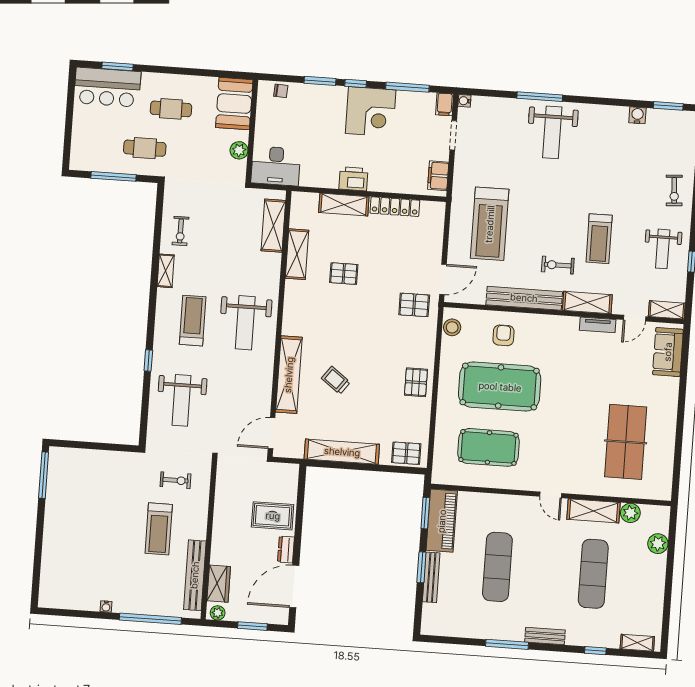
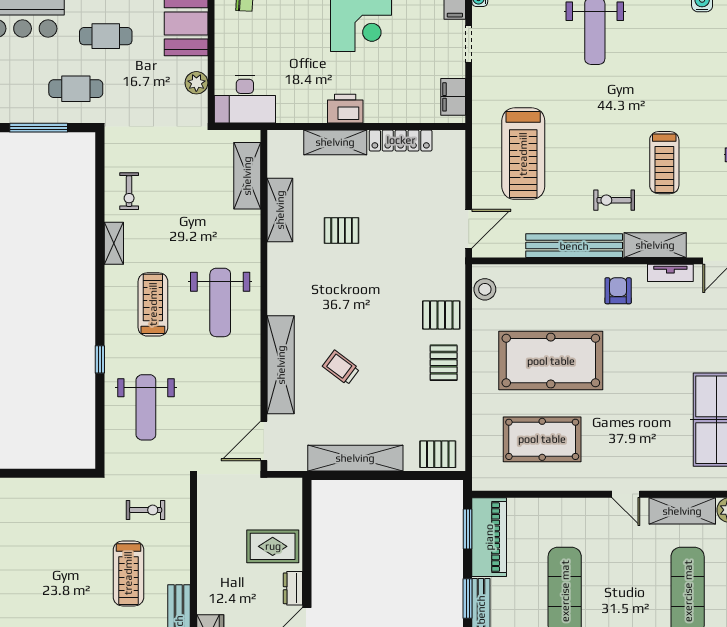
pallet: (414, 305) -> (441, 315), moved
armchair: (503, 335) -> (618, 291), moved

